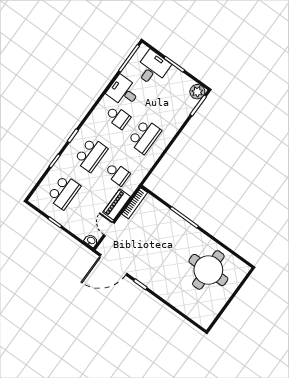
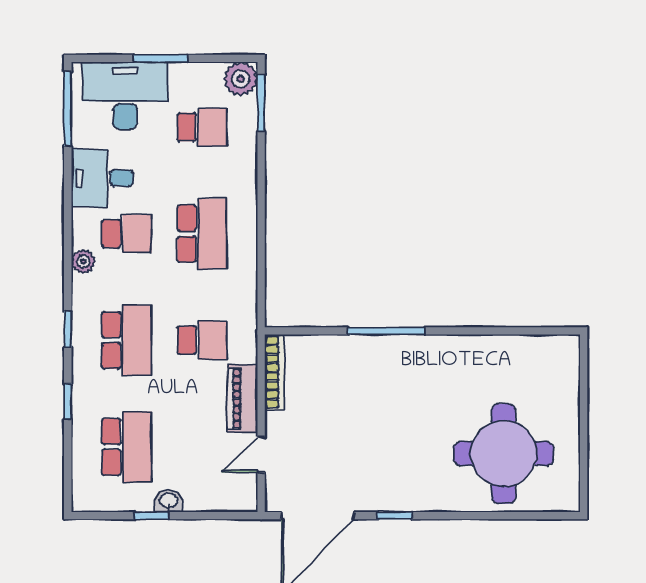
desk: (152, 68) -> (125, 96), width x1.37
school desk: (172, 99) -> (202, 127), added
plant: (96, 116) -> (83, 262), added
door: (109, 229) -> (261, 455), hinge flipped
washbasin: (91, 241) -> (168, 501), moved
round table: (208, 270) -> (504, 454), moved

